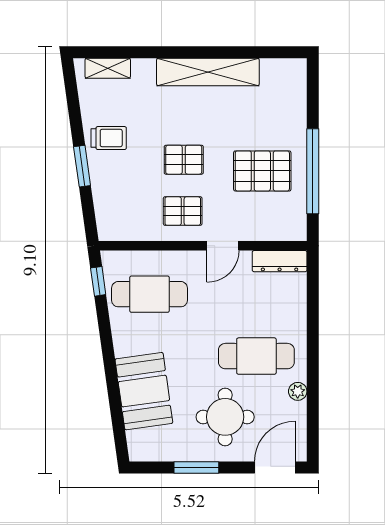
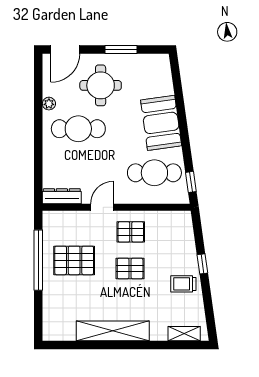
window: (82, 166) -> (202, 264), width x0.67
booth: (144, 391) -> (161, 123), moved

